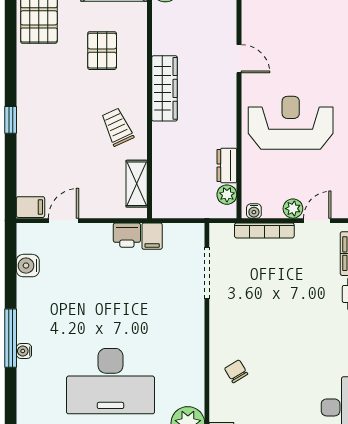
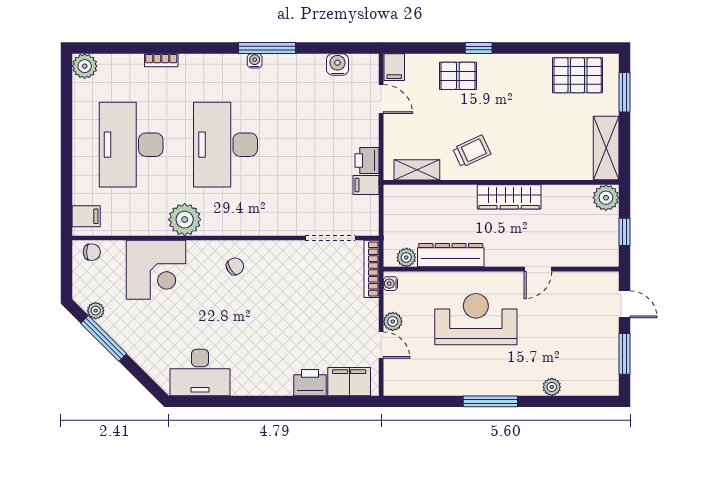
pallet: (102, 51) -> (458, 76), moved
reception desk: (291, 123) -> (476, 319), turned -90
dresser: (227, 166) -> (451, 255), width x1.96, depth x1.24
bookcase: (264, 230) -> (372, 269), moved

